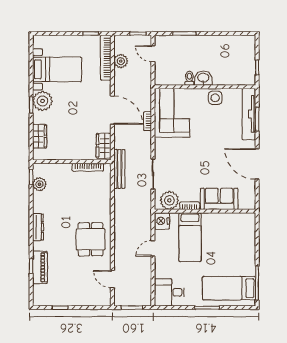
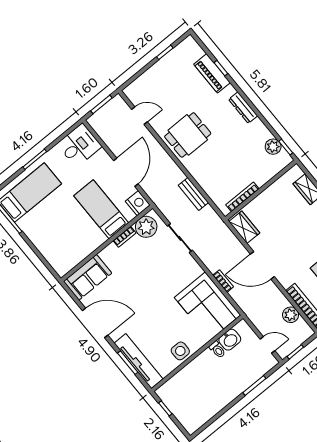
washbasin: (203, 78) -> (230, 340), moved
bench: (119, 169) -> (193, 194), moved, width x0.73
sofa: (219, 199) -> (88, 277), moved
dining table: (91, 239) -> (188, 135), turned 90
door: (153, 248) -> (126, 172), width x1.88

